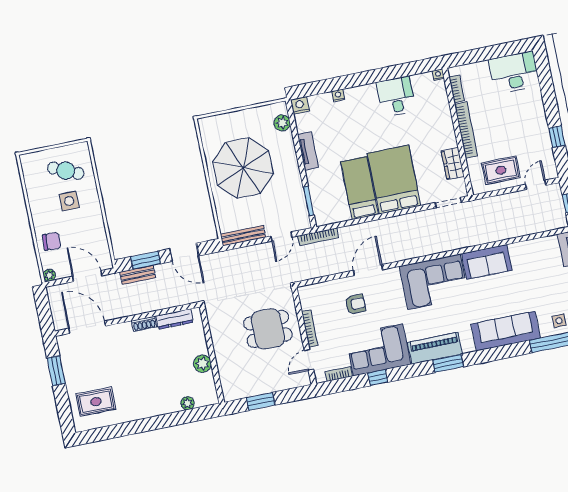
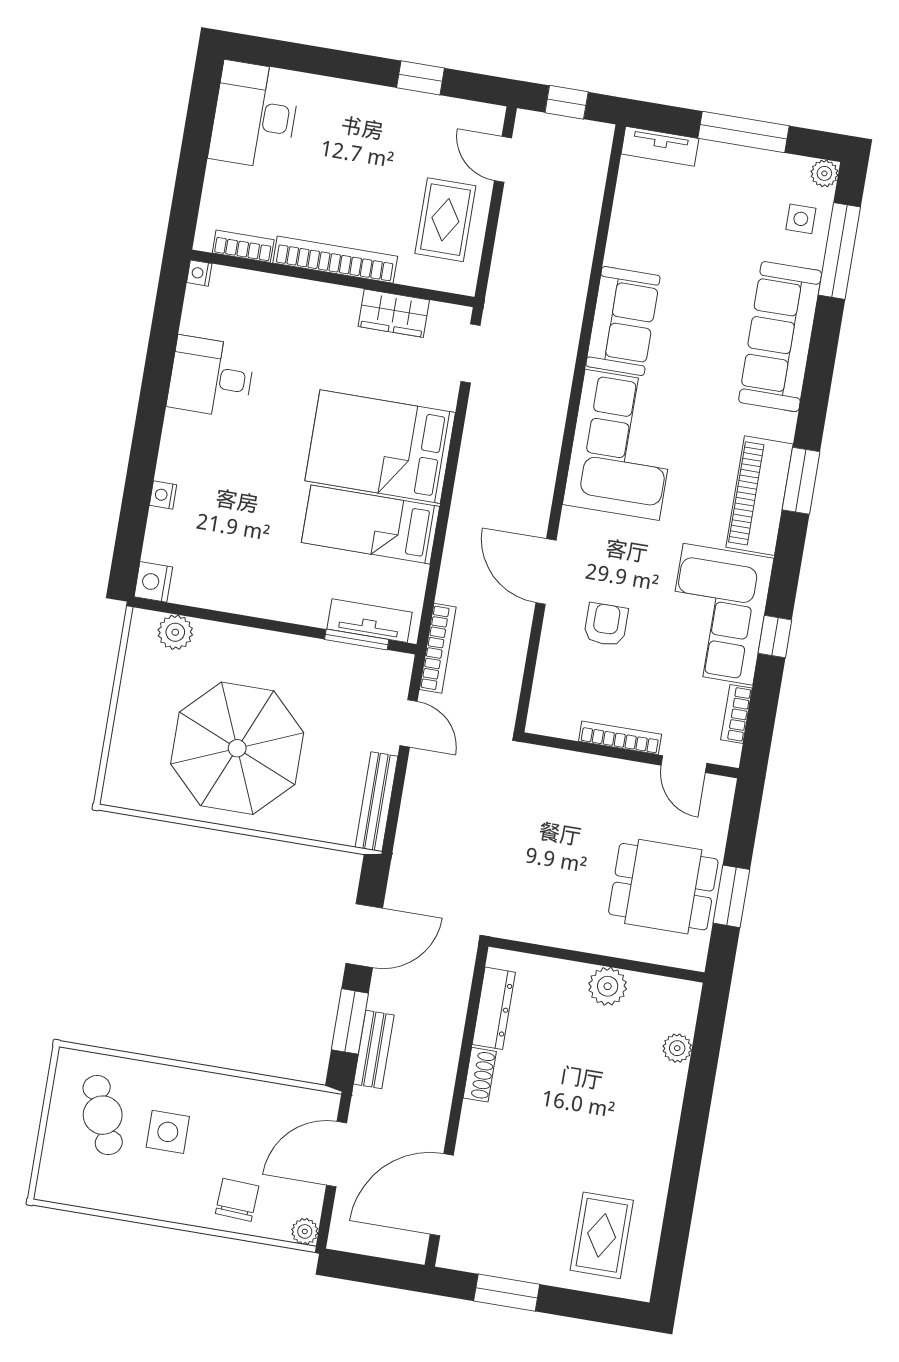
tv unit: (308, 151) -> (370, 621), moved
cafe table: (66, 171) -> (103, 1115), turned -46
dining table: (268, 329) -> (663, 887), moved, turned 90

